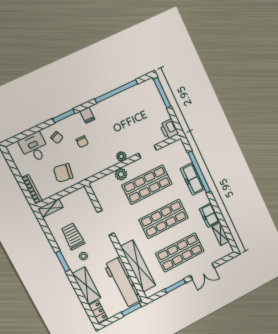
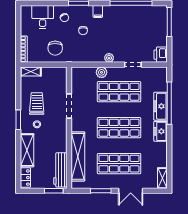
chair: (63, 173) -> (55, 48), turned -100
freezer: (209, 215) -> (160, 131), moved
shelving: (220, 234) -> (162, 178), moved
workbench: (123, 282) -> (60, 170), width x0.73, depth x0.76

